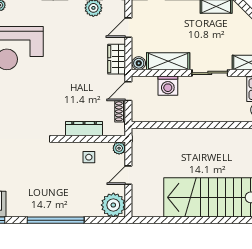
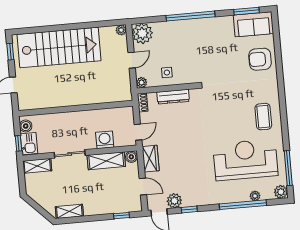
door: (128, 28) -> (143, 187), hinge flipped
shoe rack: (120, 111) -> (143, 103), moved
plant: (137, 211) -> (121, 30), added

